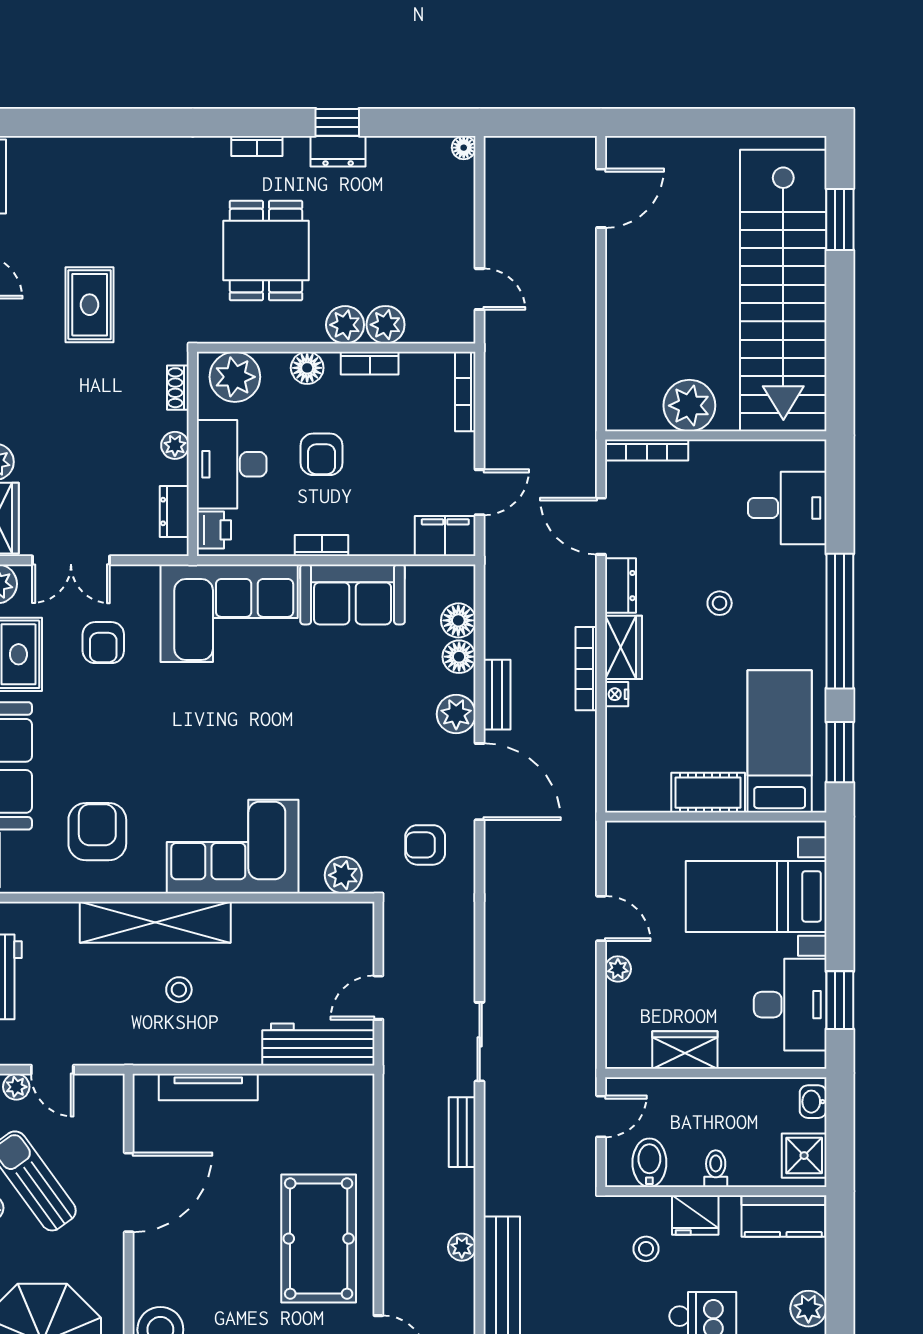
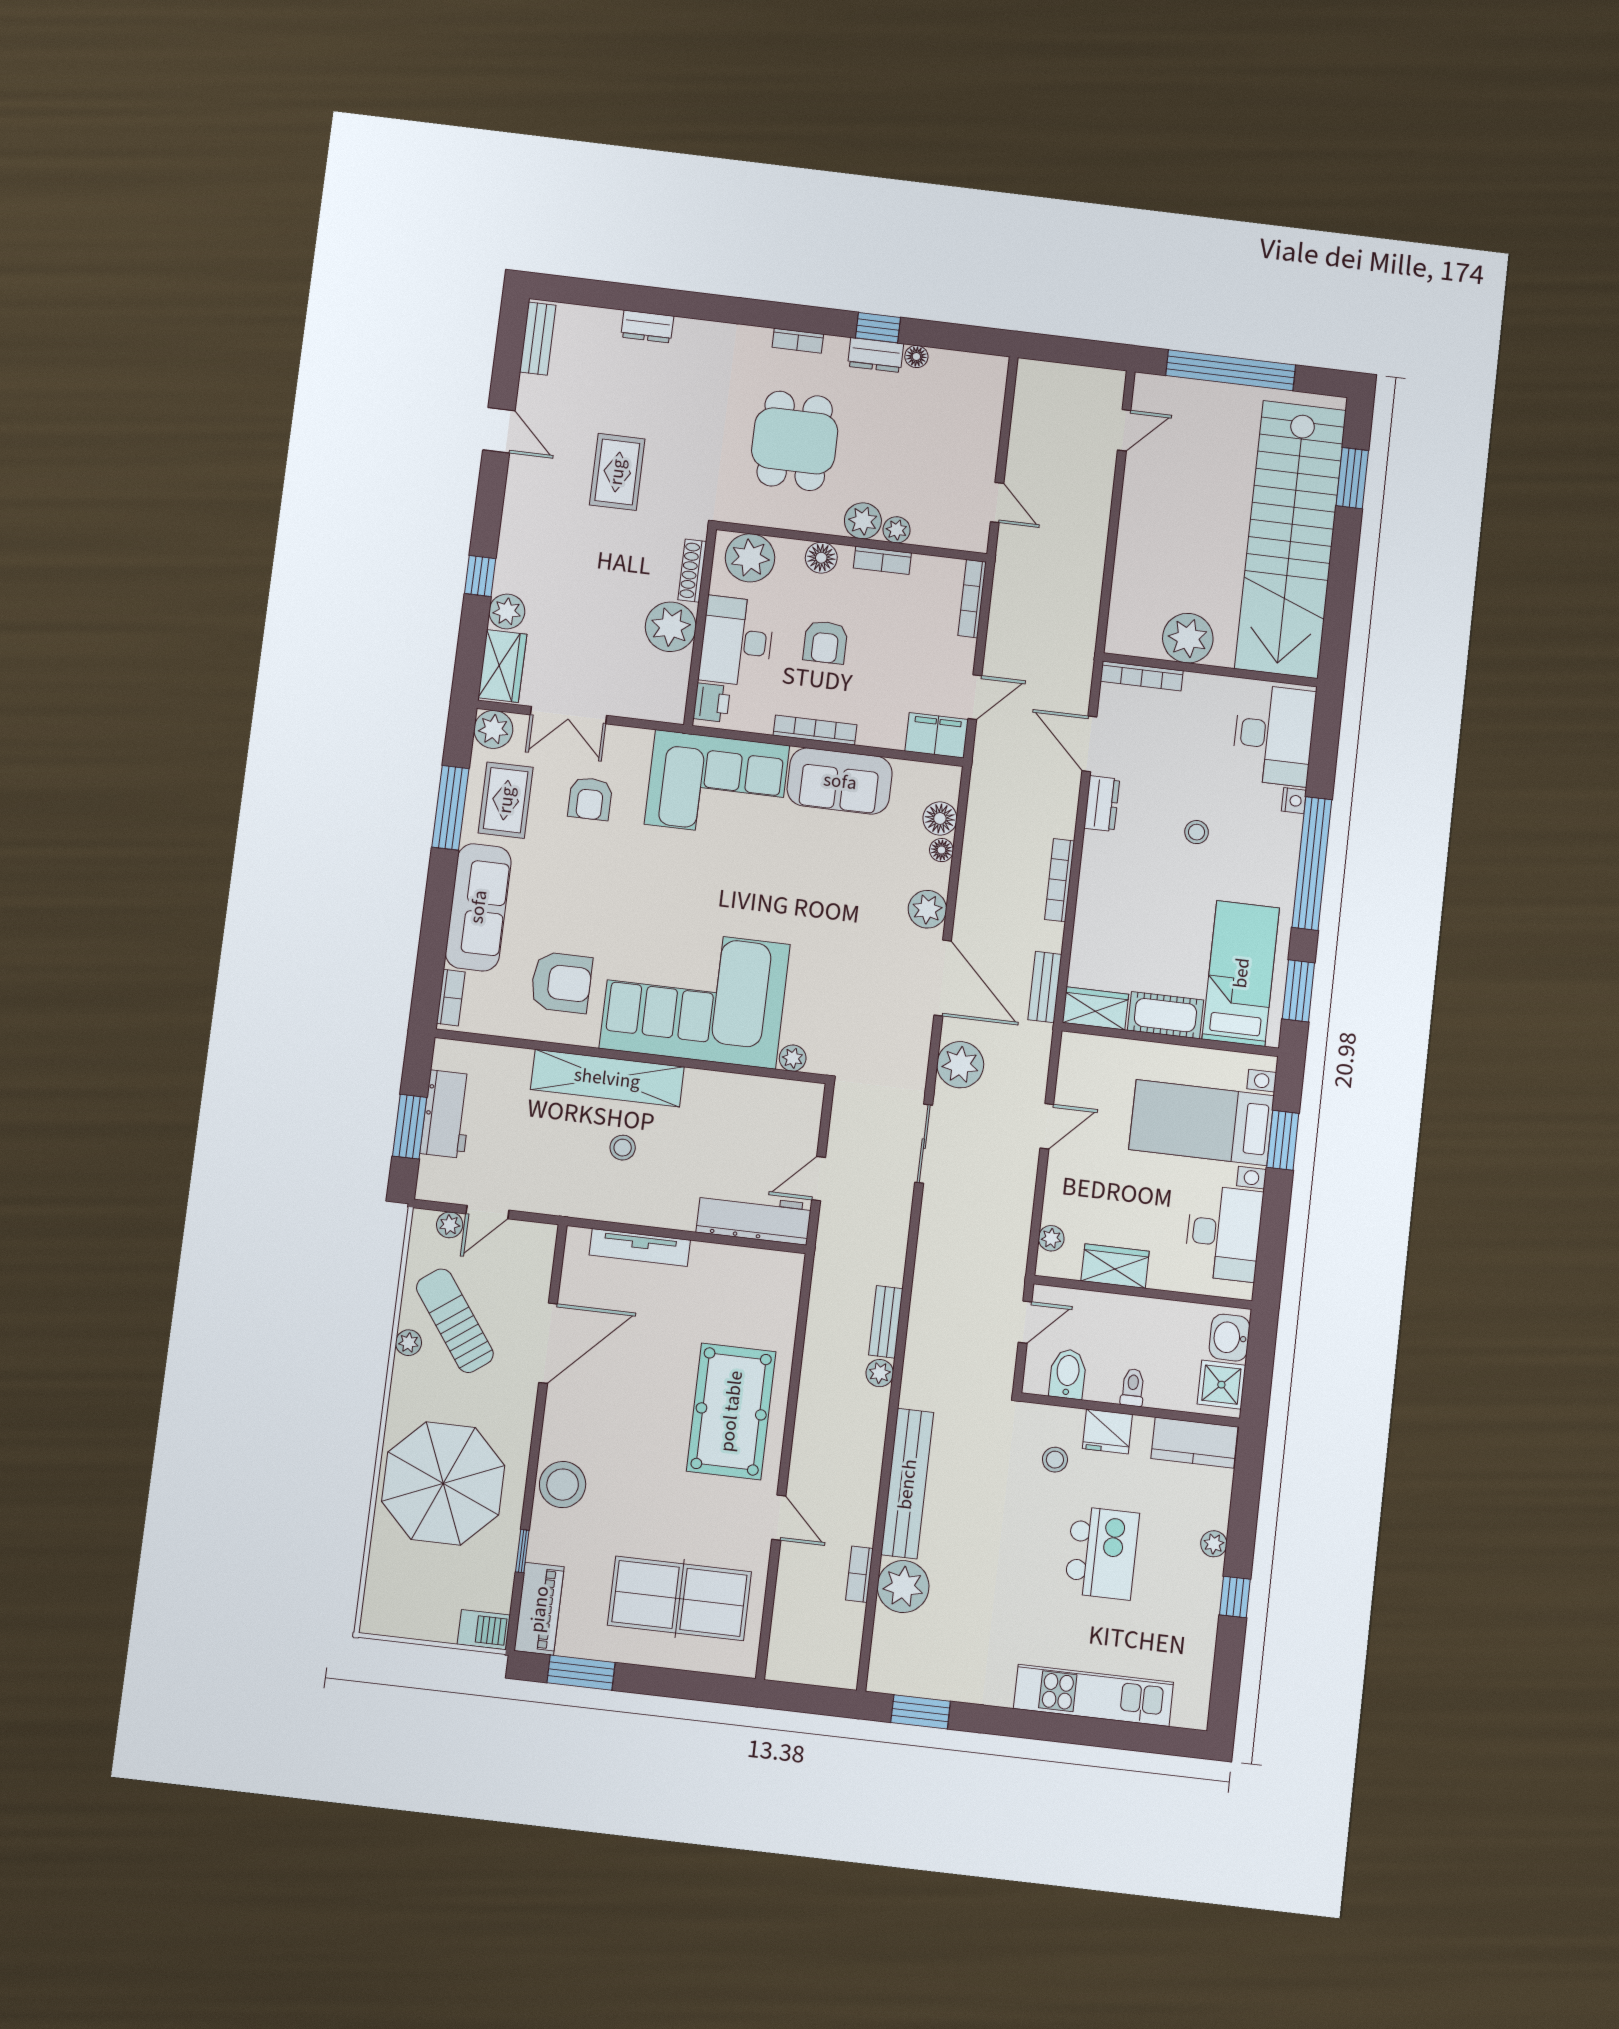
window: (703, 122) -> (1231, 370), added
floor lamp: (464, 148) -> (916, 356), moved
door: (601, 198) -> (1124, 430), width x0.73
plant: (386, 325) -> (897, 530), width x0.73, depth x0.73
shoe rack: (178, 388) -> (692, 571), width x1.43
plant: (175, 445) -> (671, 627), width x1.88, depth x1.88
desk: (787, 508) -> (1274, 735), width x1.37
dresser: (174, 512) -> (647, 327), moved, turned -90
bookcase: (322, 545) -> (815, 730), width x1.56
wardrobe: (623, 647) -> (1095, 1008), moved, turned -90
floor lamp: (459, 657) -> (941, 850), width x0.73, depth x0.73
nightstand: (617, 694) -> (1294, 801), moved, turned 180
bench: (497, 695) -> (1045, 987), moved
armchair: (97, 832) -> (561, 982), turned 90
armchair: (425, 845) -> (882, 1034), removed
corner sofa: (233, 847) -> (695, 996), width x1.36, depth x1.36
plant: (507, 867) -> (960, 1065), added
plant: (343, 875) -> (793, 1058), width x0.73, depth x0.73
door: (601, 918) -> (1047, 1126), hinge flipped
plant: (618, 969) -> (1051, 1238), moved
window: (840, 1000) -> (1283, 1140), moved
sliding door: (480, 1042) -> (924, 1144), moved
door: (52, 1070) -> (487, 1212), hinge flipped
washbasin: (813, 1102) -> (1229, 1338), width x1.38, depth x1.45
plant: (462, 1247) -> (880, 1373), moved
plant: (808, 1309) -> (1214, 1544), width x0.73, depth x0.73

